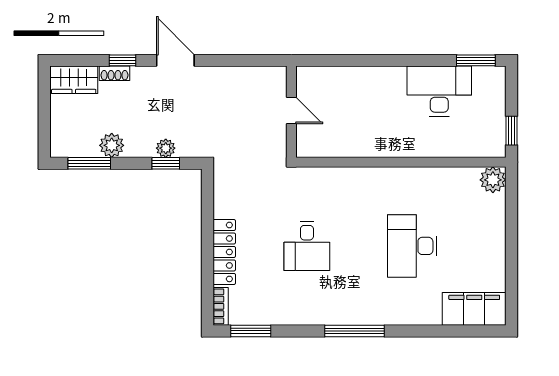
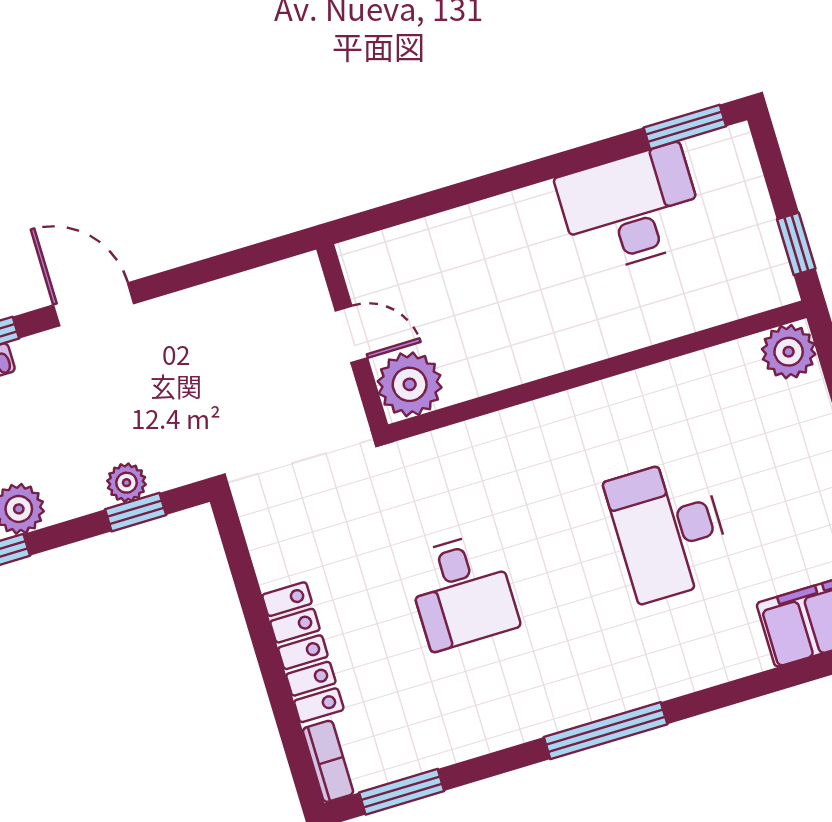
plant: (311, 142) -> (410, 384), added

